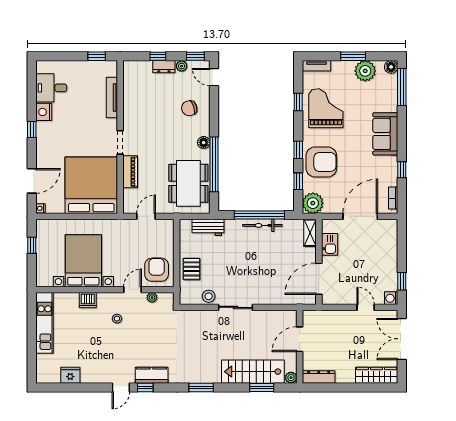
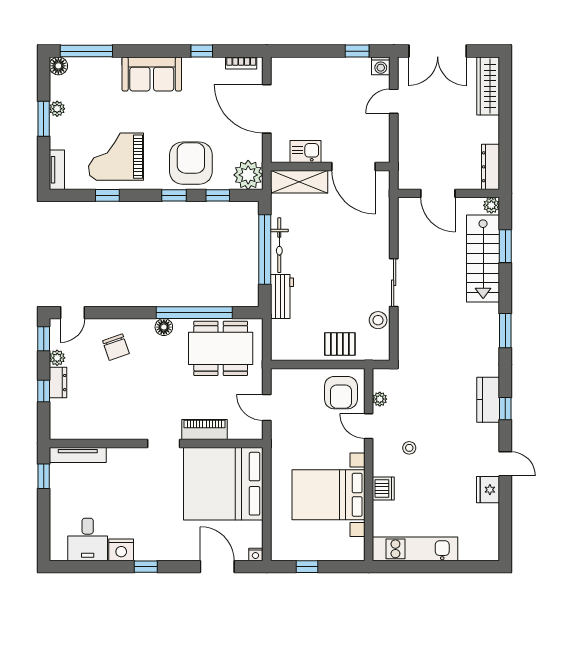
plant: (365, 71) -> (57, 109), width x0.53, depth x0.53
tv unit: (112, 97) -> (78, 455), moved
workbench: (208, 227) -> (282, 296), moved
shelving: (310, 233) -> (299, 182), width x1.50, depth x1.33
armchair: (157, 270) -> (341, 393), turned -90
fridge: (70, 375) -> (488, 490), moved
door: (121, 388) -> (505, 464), moved

